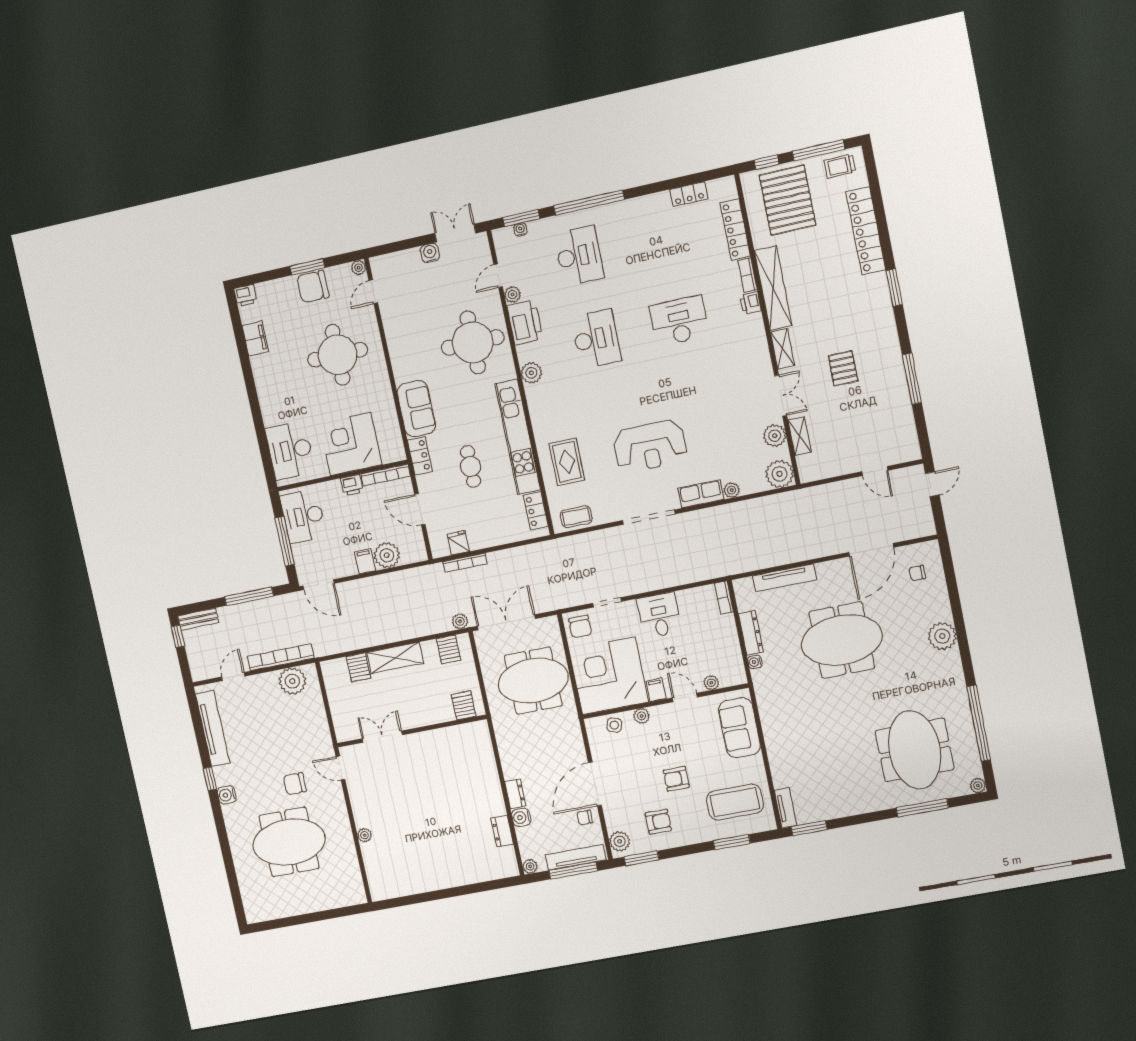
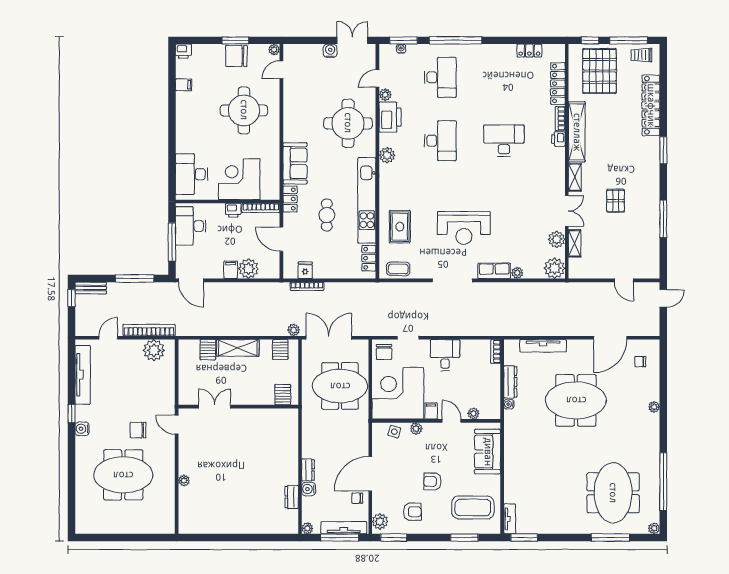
filing cabinet: (255, 338) -> (184, 85), width x0.50
plant: (942, 636) -> (654, 407), width x0.53, depth x0.53

